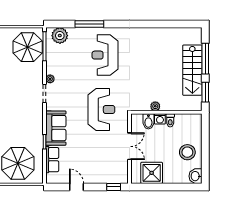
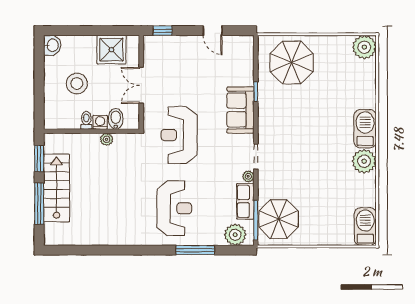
stool: (187, 152) -> (77, 84), moved
row of seats: (52, 160) -> (245, 201), moved

